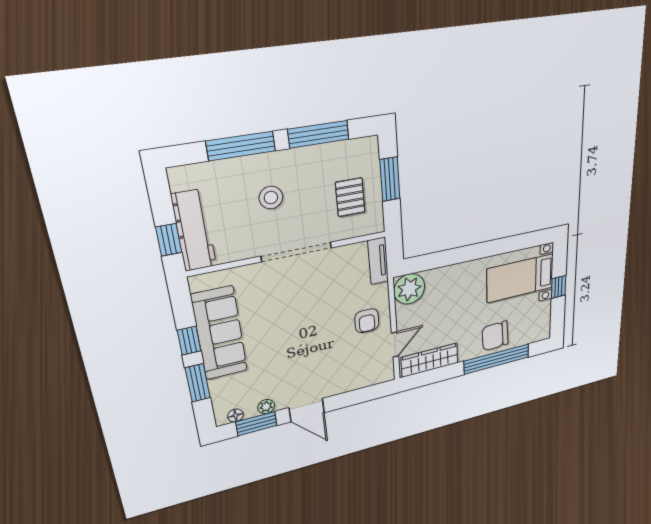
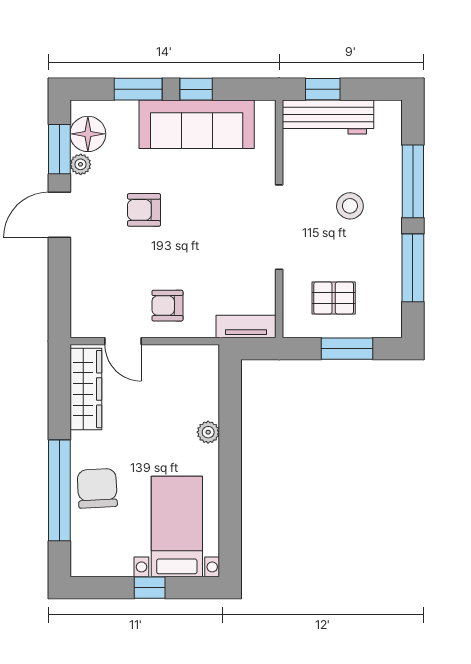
plant: (409, 289) -> (208, 432), moved, width x0.53, depth x0.53
armchair: (296, 355) -> (144, 210), added
floor lamp: (235, 415) -> (88, 134), width x1.89, depth x1.89

